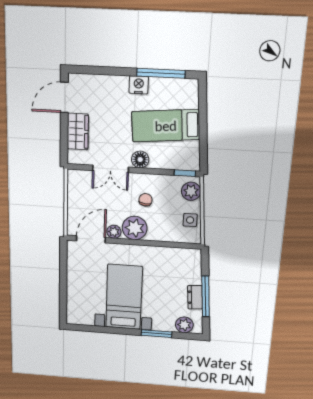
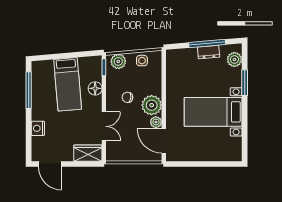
nightstand: (139, 85) -> (38, 128), moved
wardrobe: (78, 131) -> (88, 153), moved
floor lamp: (140, 160) -> (95, 88), moved

